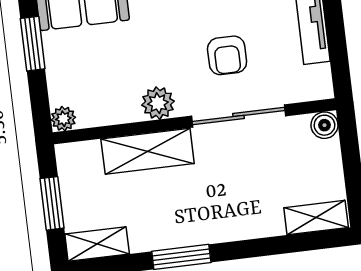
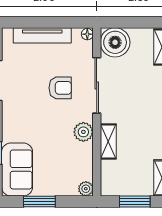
floor lamp: (322, 90) -> (87, 34), added
boiler: (324, 125) -> (115, 42), width x1.86, depth x1.86
shelving: (148, 151) -> (108, 142), width x0.67, depth x0.75

